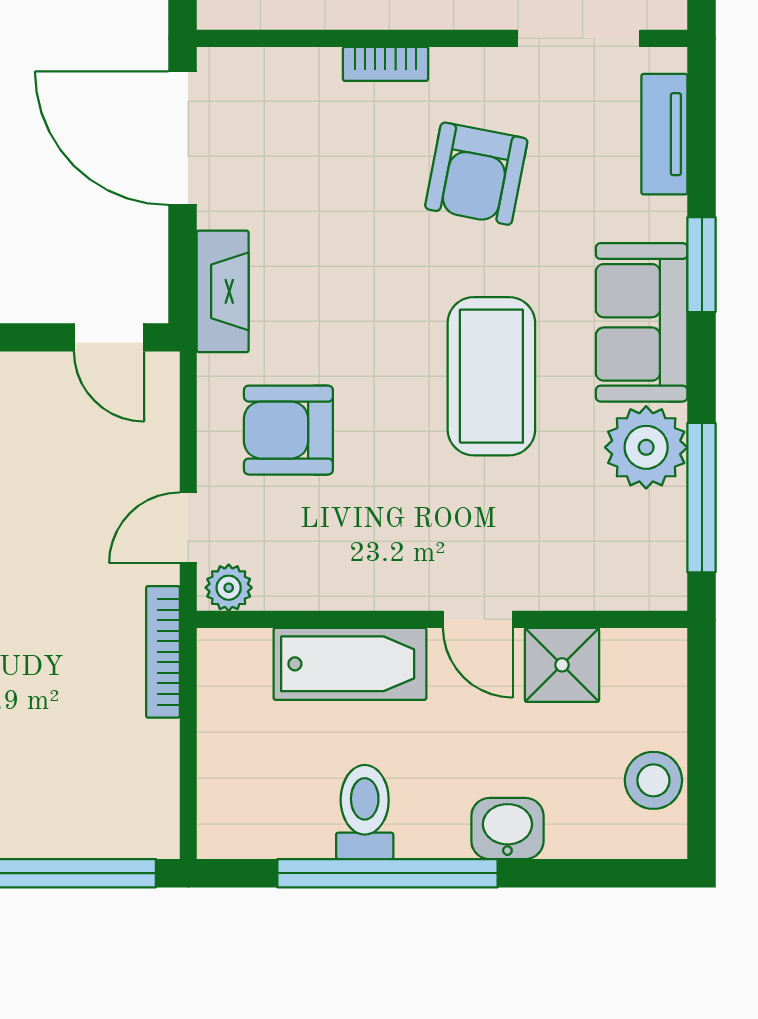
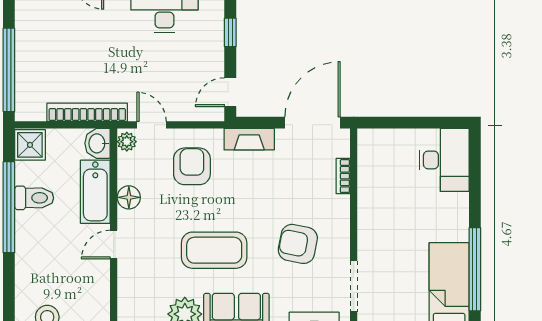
bookcase: (385, 64) -> (343, 176), moved
floor lamp: (364, 583) -> (129, 197), added
bookcase: (163, 652) -> (87, 112), width x1.48, depth x1.31
shower: (562, 665) -> (30, 145), moved
washbasin: (507, 828) -> (98, 143), moved, turned 180

